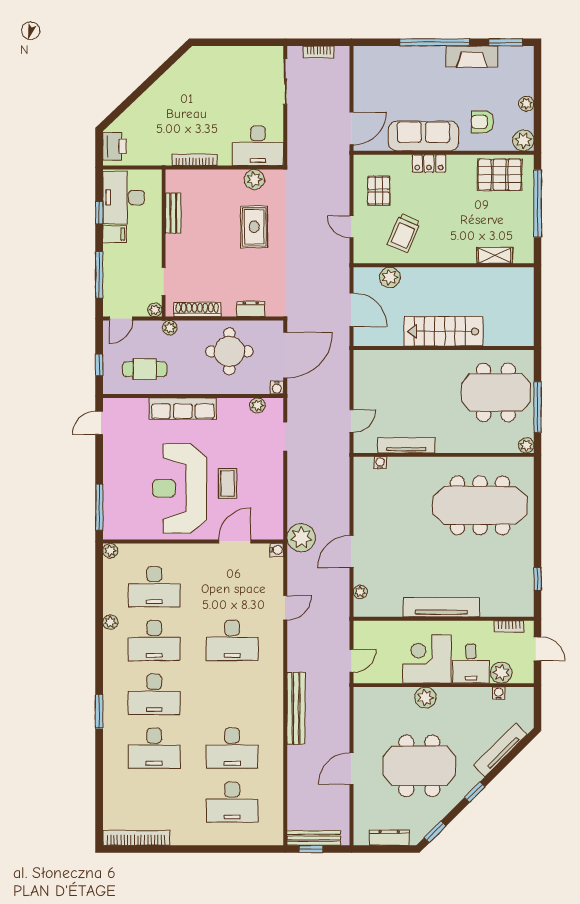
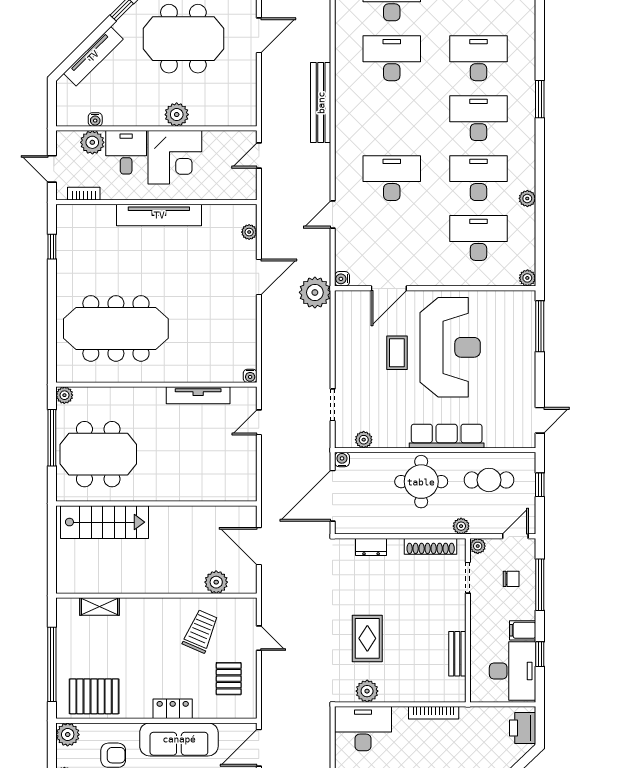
chair: (125, 280) -> (511, 579), added
stairs: (443, 331) -> (104, 522), moved
round table: (229, 351) -> (421, 482), moved
water cooler: (380, 463) -> (250, 376), moved

